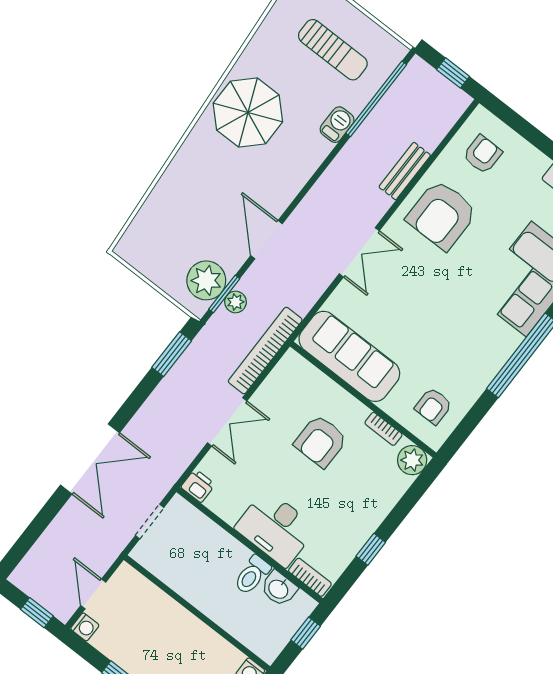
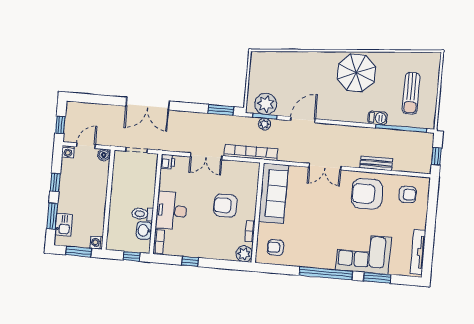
boiler: (125, 576) -> (104, 155), added

